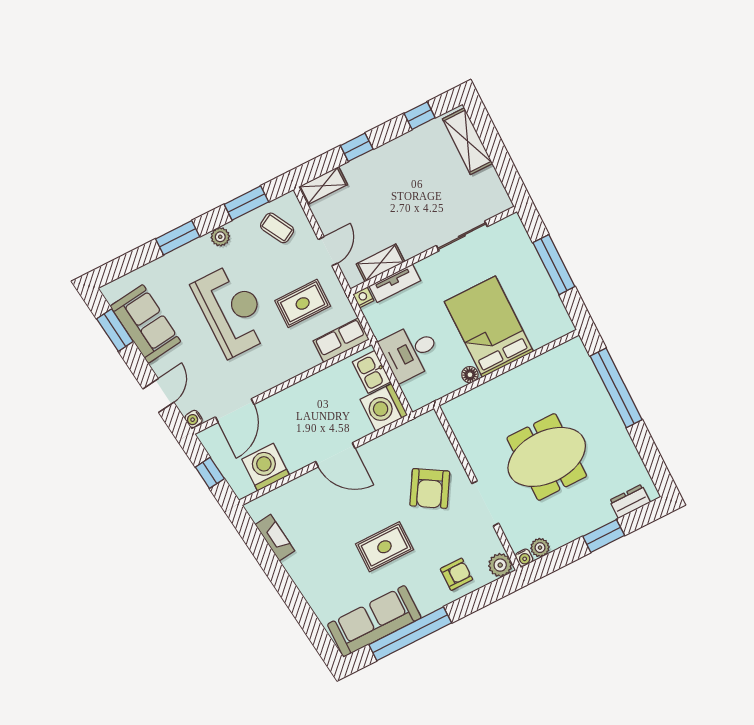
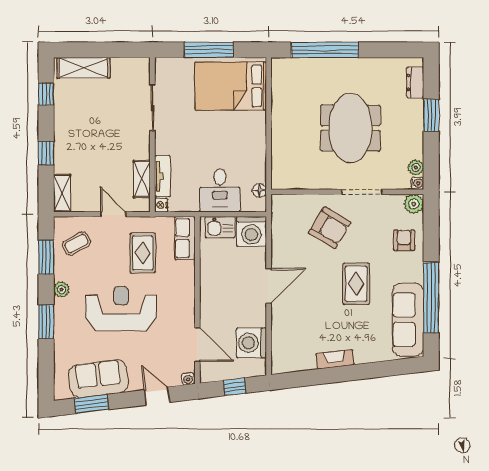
bed: (489, 327) -> (231, 86), moved
floor lamp: (470, 375) -> (260, 190), moved
fireplace: (275, 538) -> (335, 359), moved

